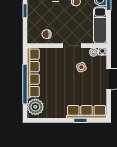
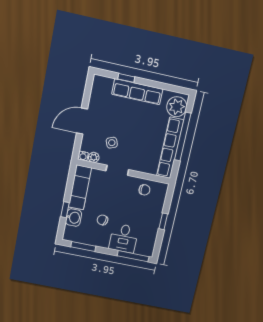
row of seats: (87, 112) -> (137, 92), moved

